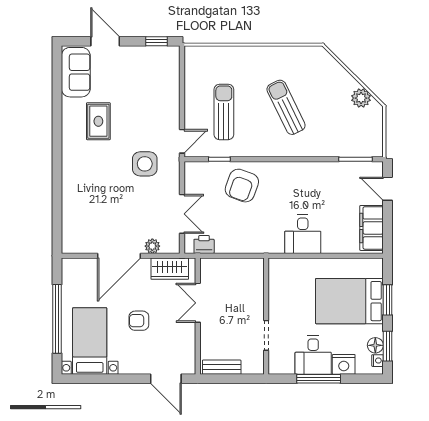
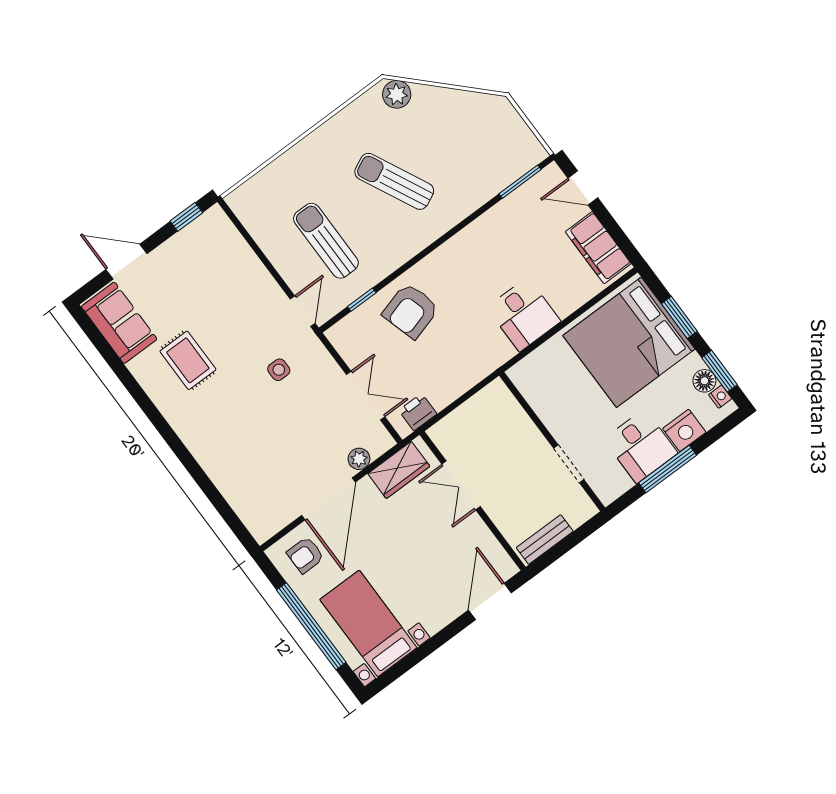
plant: (361, 98) -> (397, 94), moved
side table: (145, 164) -> (279, 370), width x0.54, depth x0.54
armchair: (242, 186) -> (411, 311), turned 54
bed: (349, 301) -> (629, 342), width x1.36
armchair: (139, 321) -> (305, 555), moved
door: (166, 379) -> (490, 601), swing flipped

